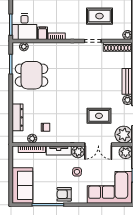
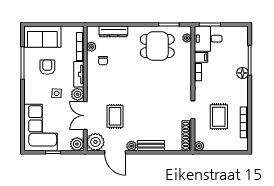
dining table: (32, 75) -> (157, 46), turned 90
armchair: (64, 194) -> (47, 67), moved

